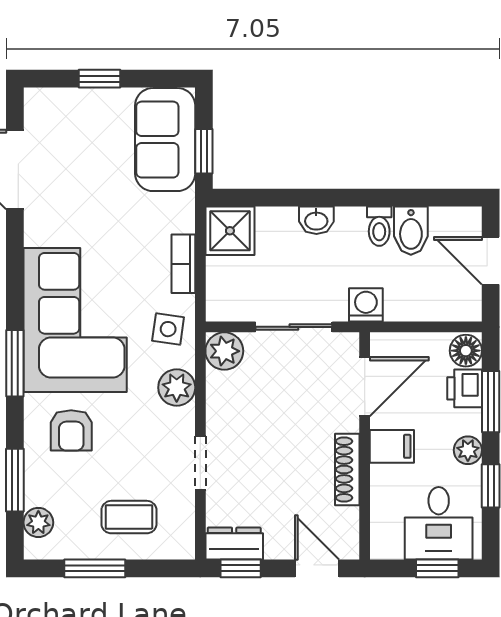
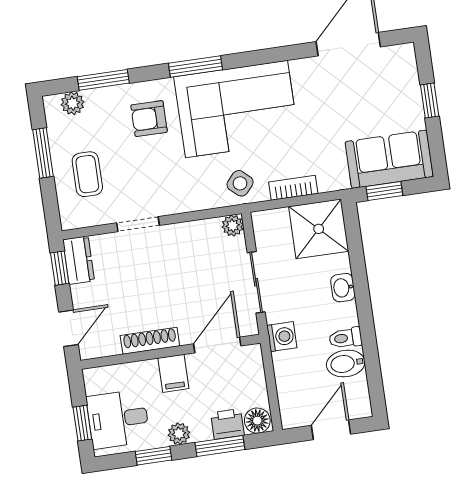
shower: (230, 231) -> (319, 229), width x1.36, depth x1.36
side table: (168, 329) -> (240, 183), turned 34
plant: (224, 351) -> (233, 226), width x0.73, depth x0.73
door: (365, 387) -> (217, 345), swing flipped
plant: (177, 388) -> (195, 197), removed

